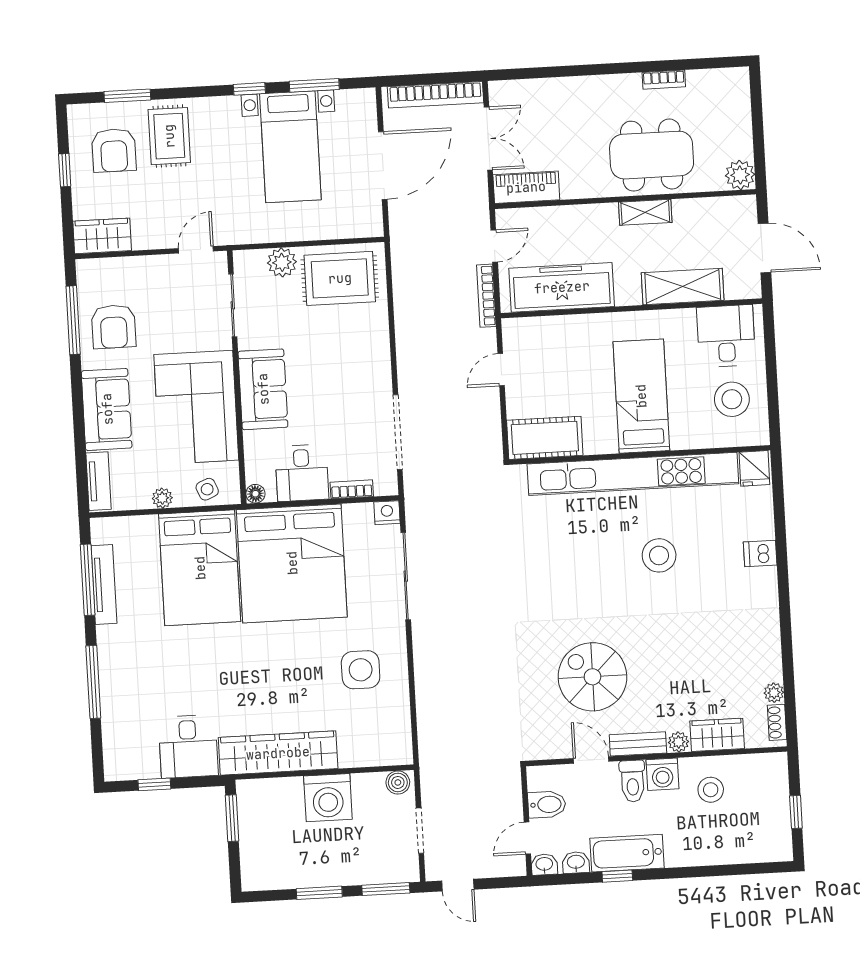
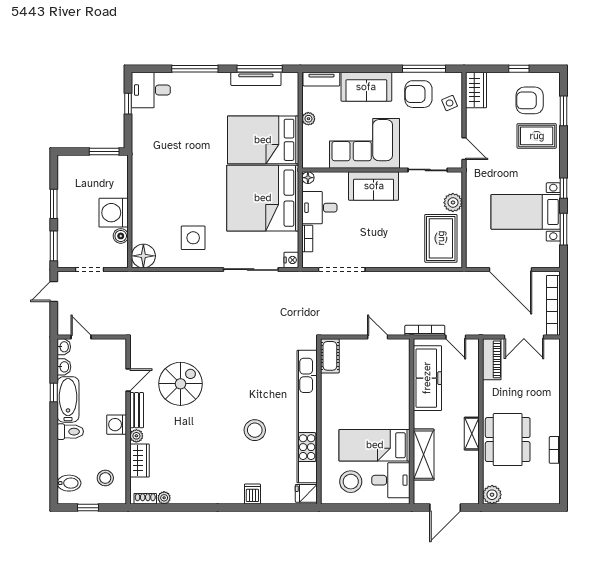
bed: (641, 396) -> (375, 445), moved, turned 180
cot: (545, 438) -> (330, 356), width x0.73, depth x0.75
side table: (207, 489) -> (450, 103), moved
desk: (188, 746) -> (151, 90), moved
floor lamp: (394, 747) -> (143, 256), added
wardrobe: (278, 753) -> (144, 183), removed
toilet: (633, 781) -> (70, 432), moved, turned 180
boiler: (398, 782) -> (121, 236), moved
stool: (711, 790) -> (105, 478), moved
bidet: (547, 804) -> (69, 483), moved, turned -90

